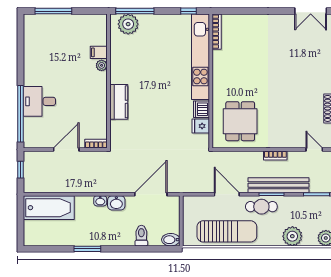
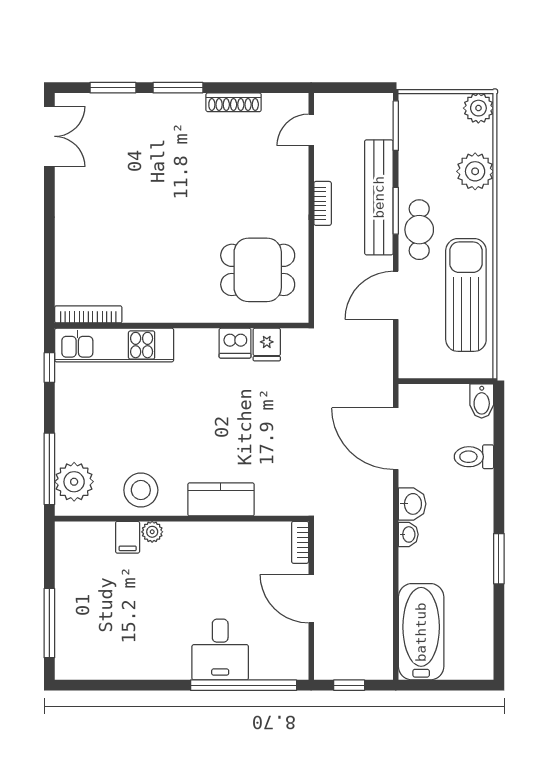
kitchen unit: (200, 57) -> (114, 345), width x0.73
stool: (124, 59) -> (141, 490), added

